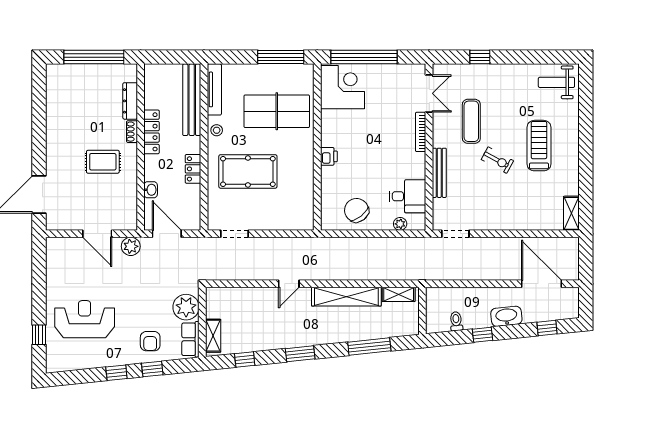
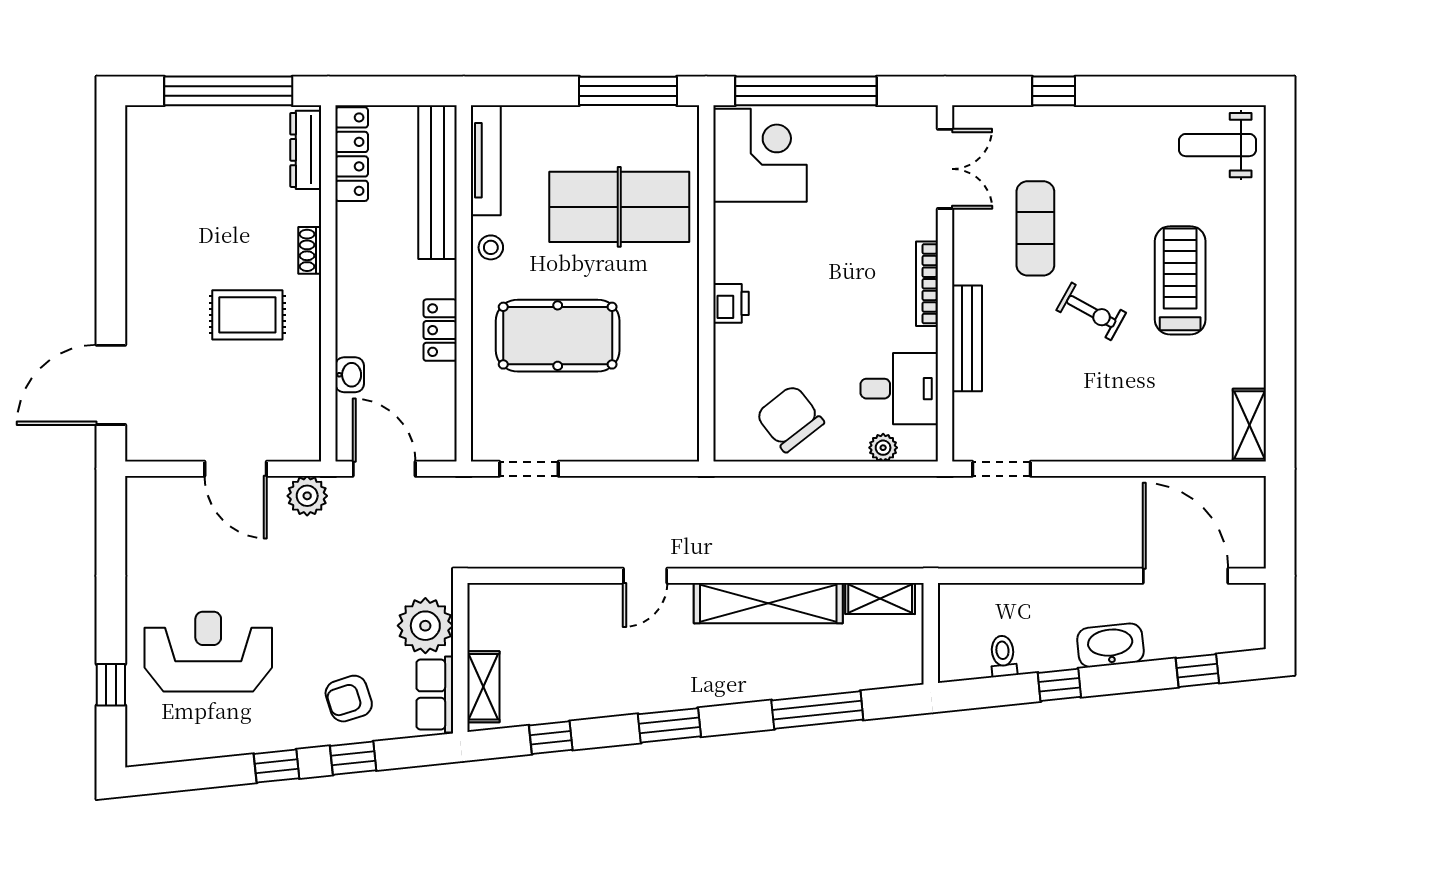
dresser: (130, 101) -> (306, 150), moved
locker: (152, 132) -> (352, 154), moved
bookcase: (421, 132) -> (927, 284), moved
armchair: (150, 341) -> (349, 699), turned 72

